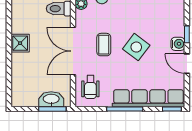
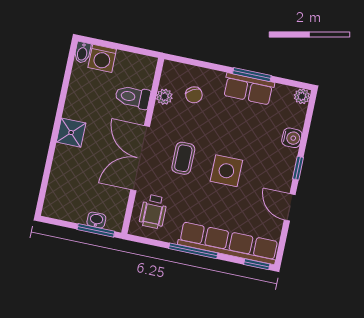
water cooler: (178, 44) -> (292, 138), moved
side table: (136, 47) -> (226, 171), turned -37
washbasin: (51, 99) -> (96, 220), width x0.52, depth x0.69

